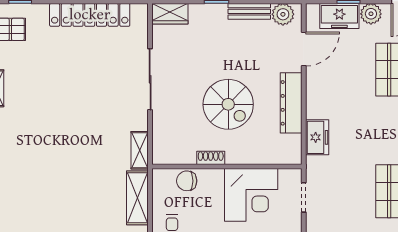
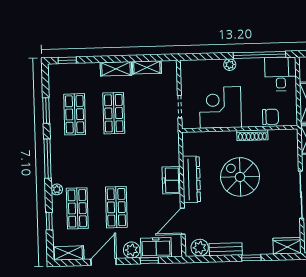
freezer: (317, 137) -> (171, 180), moved
shoe rack: (211, 158) -> (252, 135), width x1.43

